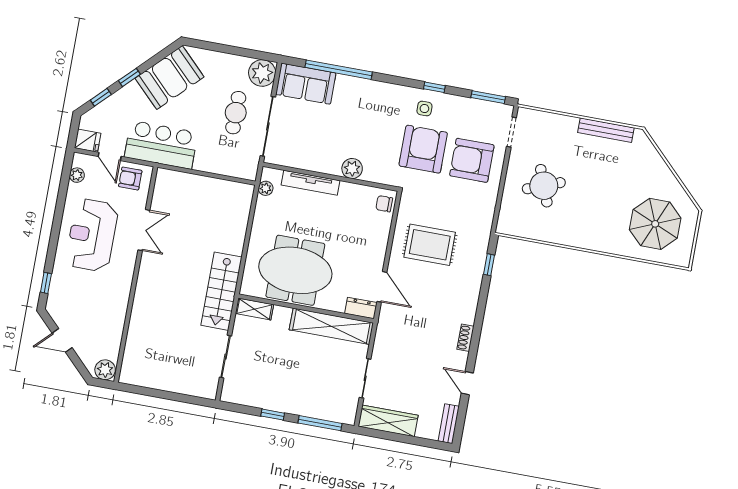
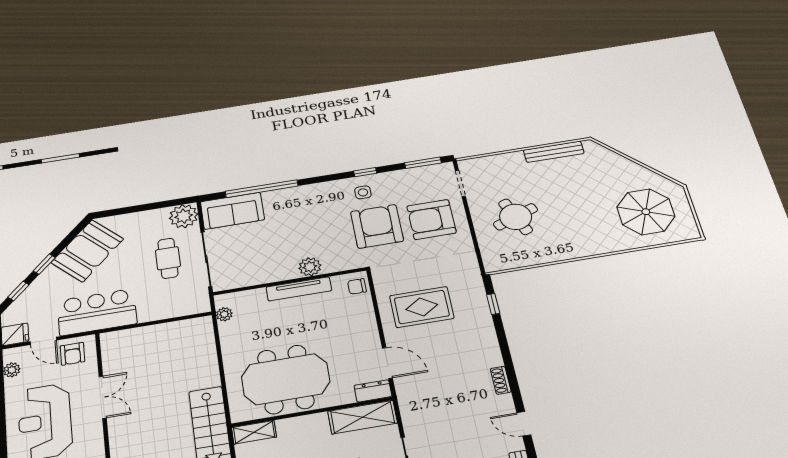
armchair: (130, 179) -> (72, 354), turned -90
tv unit: (310, 183) -> (299, 289), moved
shelving: (331, 326) -> (363, 417), width x0.68

